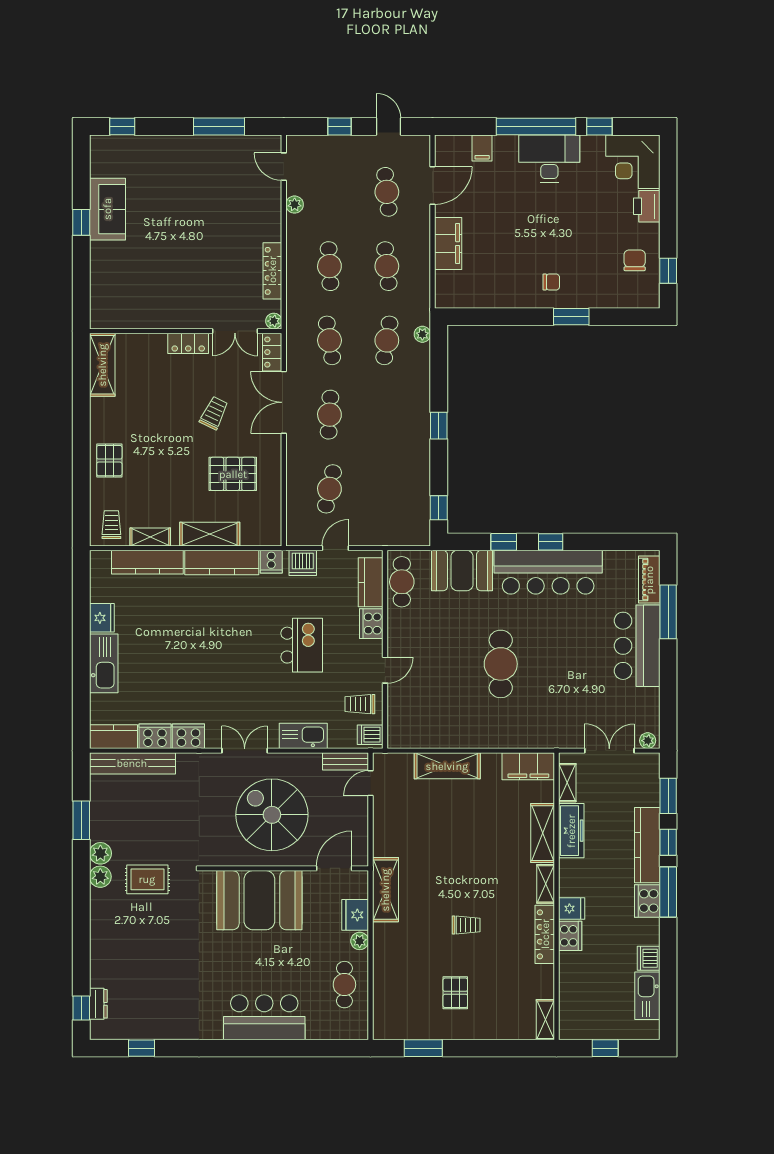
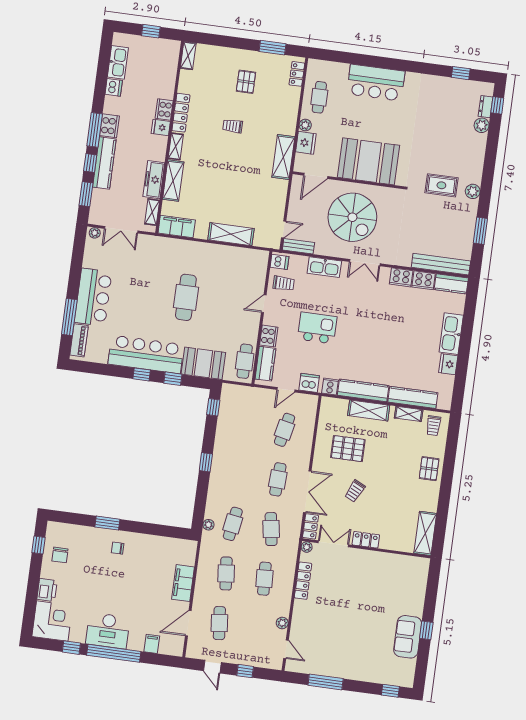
kitchen island: (302, 645) -> (317, 328), turned 90
plant: (100, 853) -> (482, 125), moved
locker: (382, 1014) -> (297, 74), added

